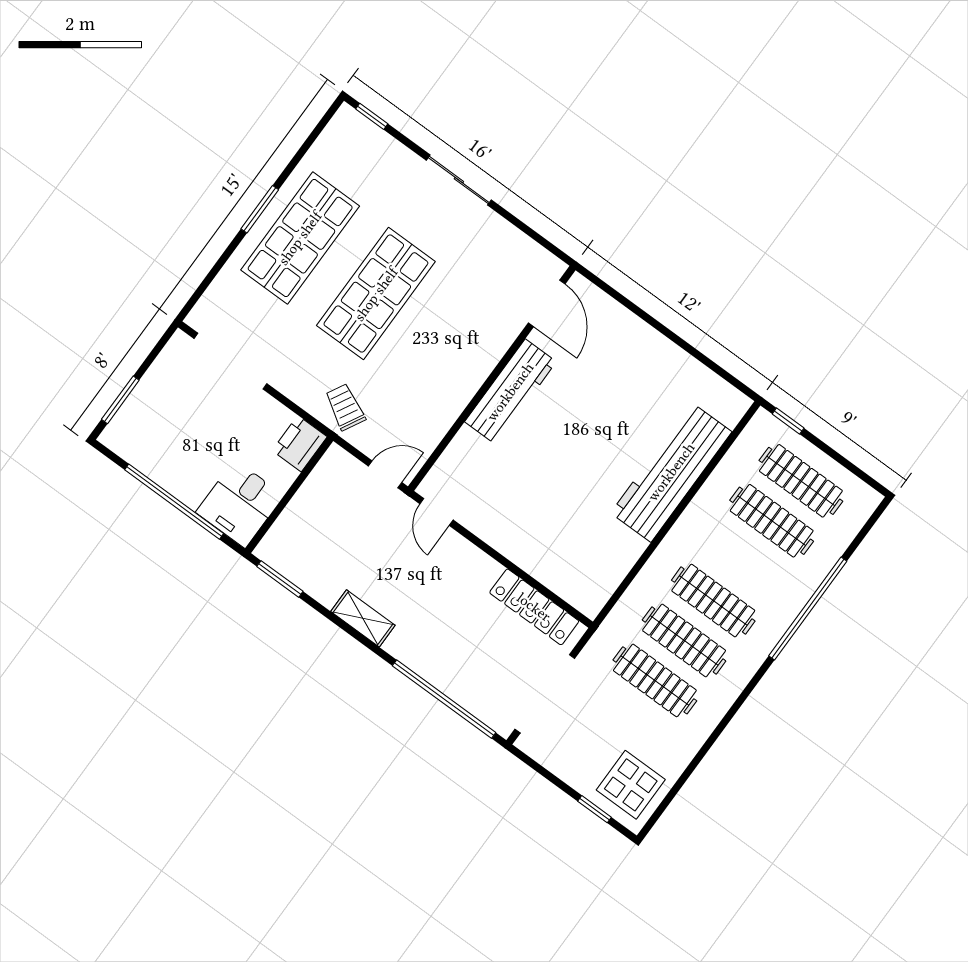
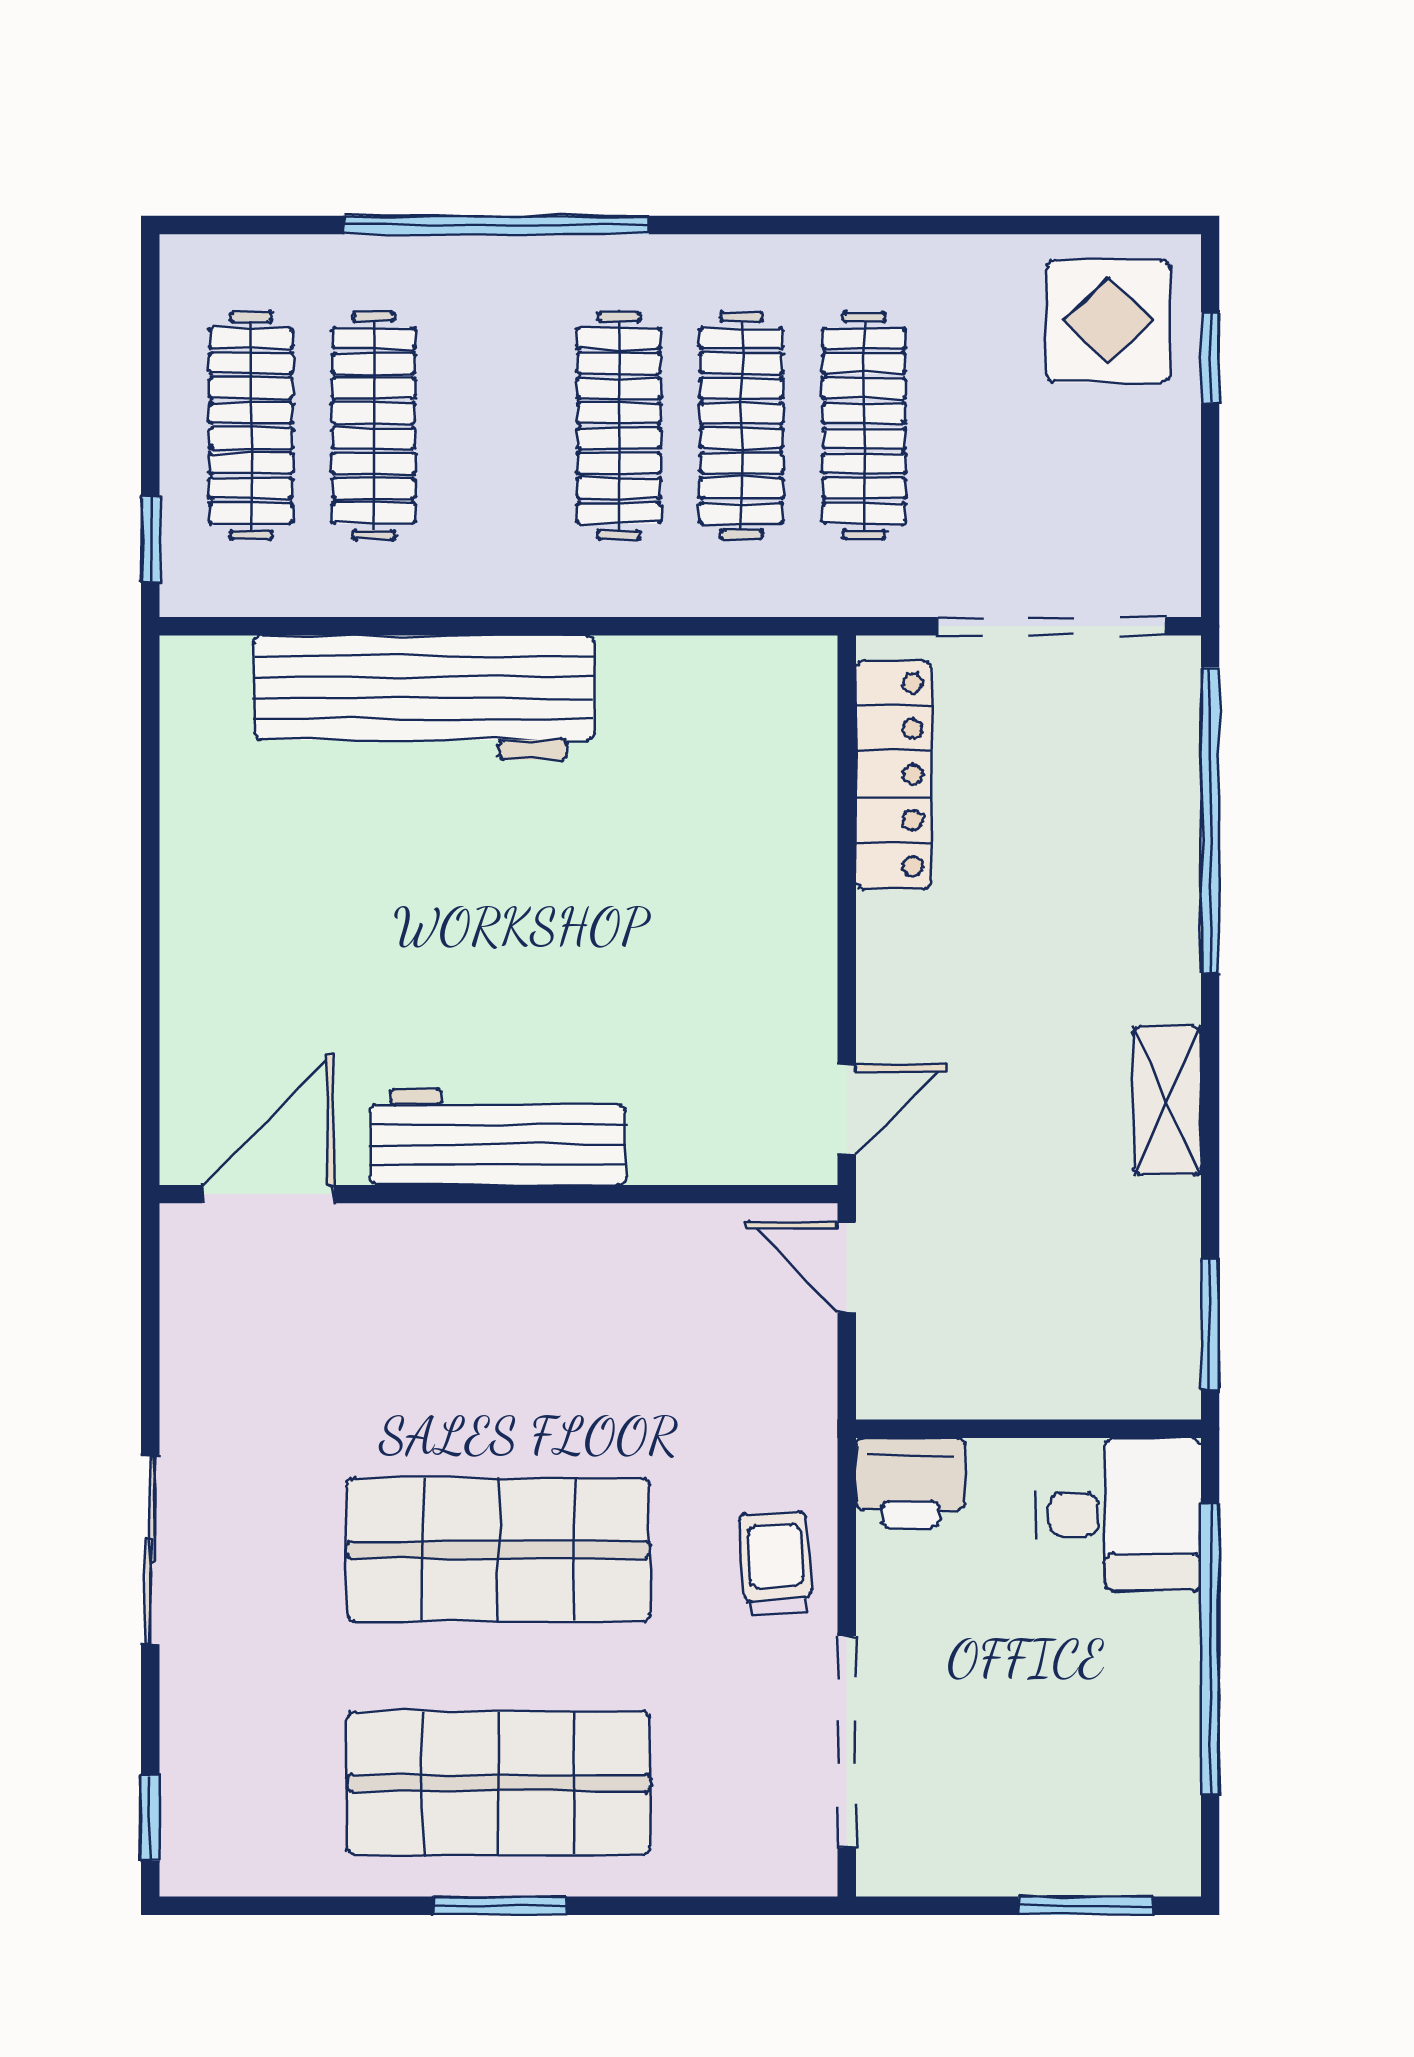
trolley: (345, 407) -> (776, 1563), moved, turned 148

